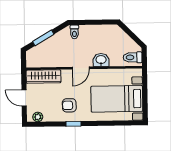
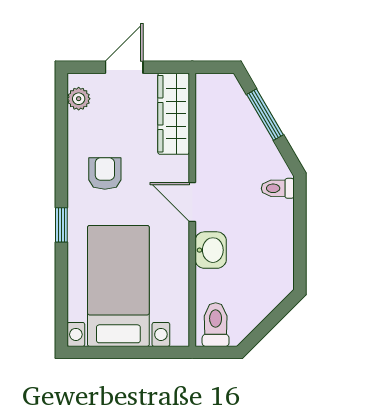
window: (74, 124) -> (61, 225), moved

